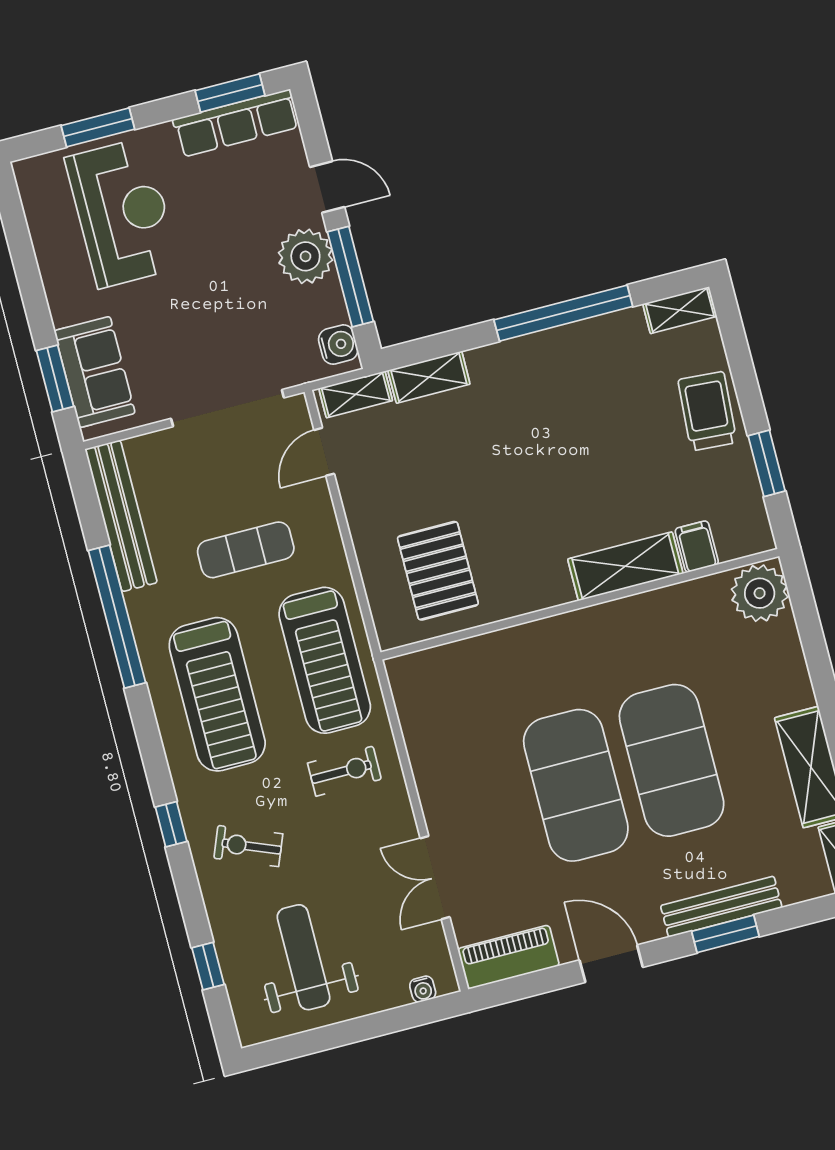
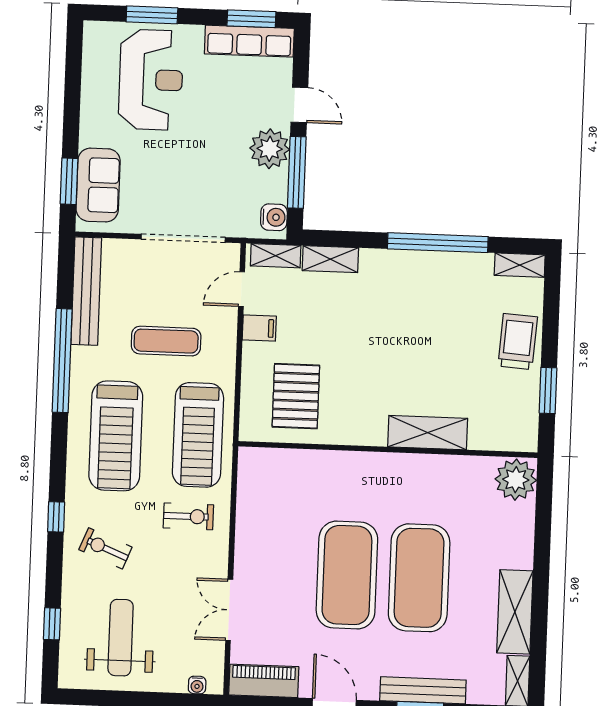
filing cabinet: (697, 546) -> (259, 328), moved, turned 90

